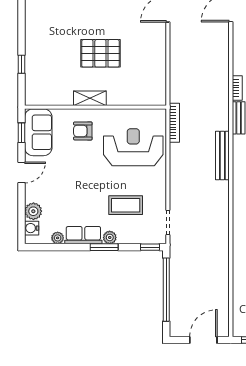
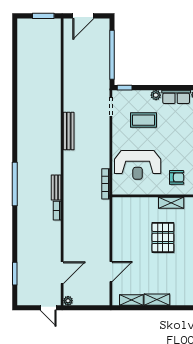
pallet: (100, 53) -> (163, 237), turned 90
bench: (222, 156) -> (69, 131), moved
window: (104, 247) -> (160, 88), removed

